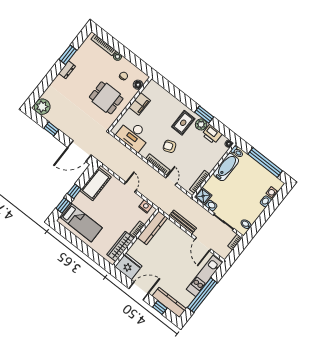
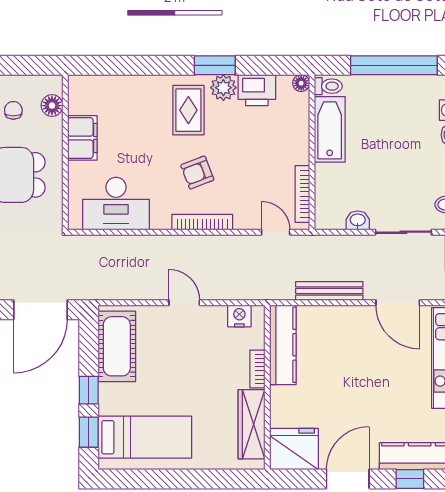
door: (171, 181) -> (276, 232), moved
shower: (203, 196) -> (329, 215), removed

